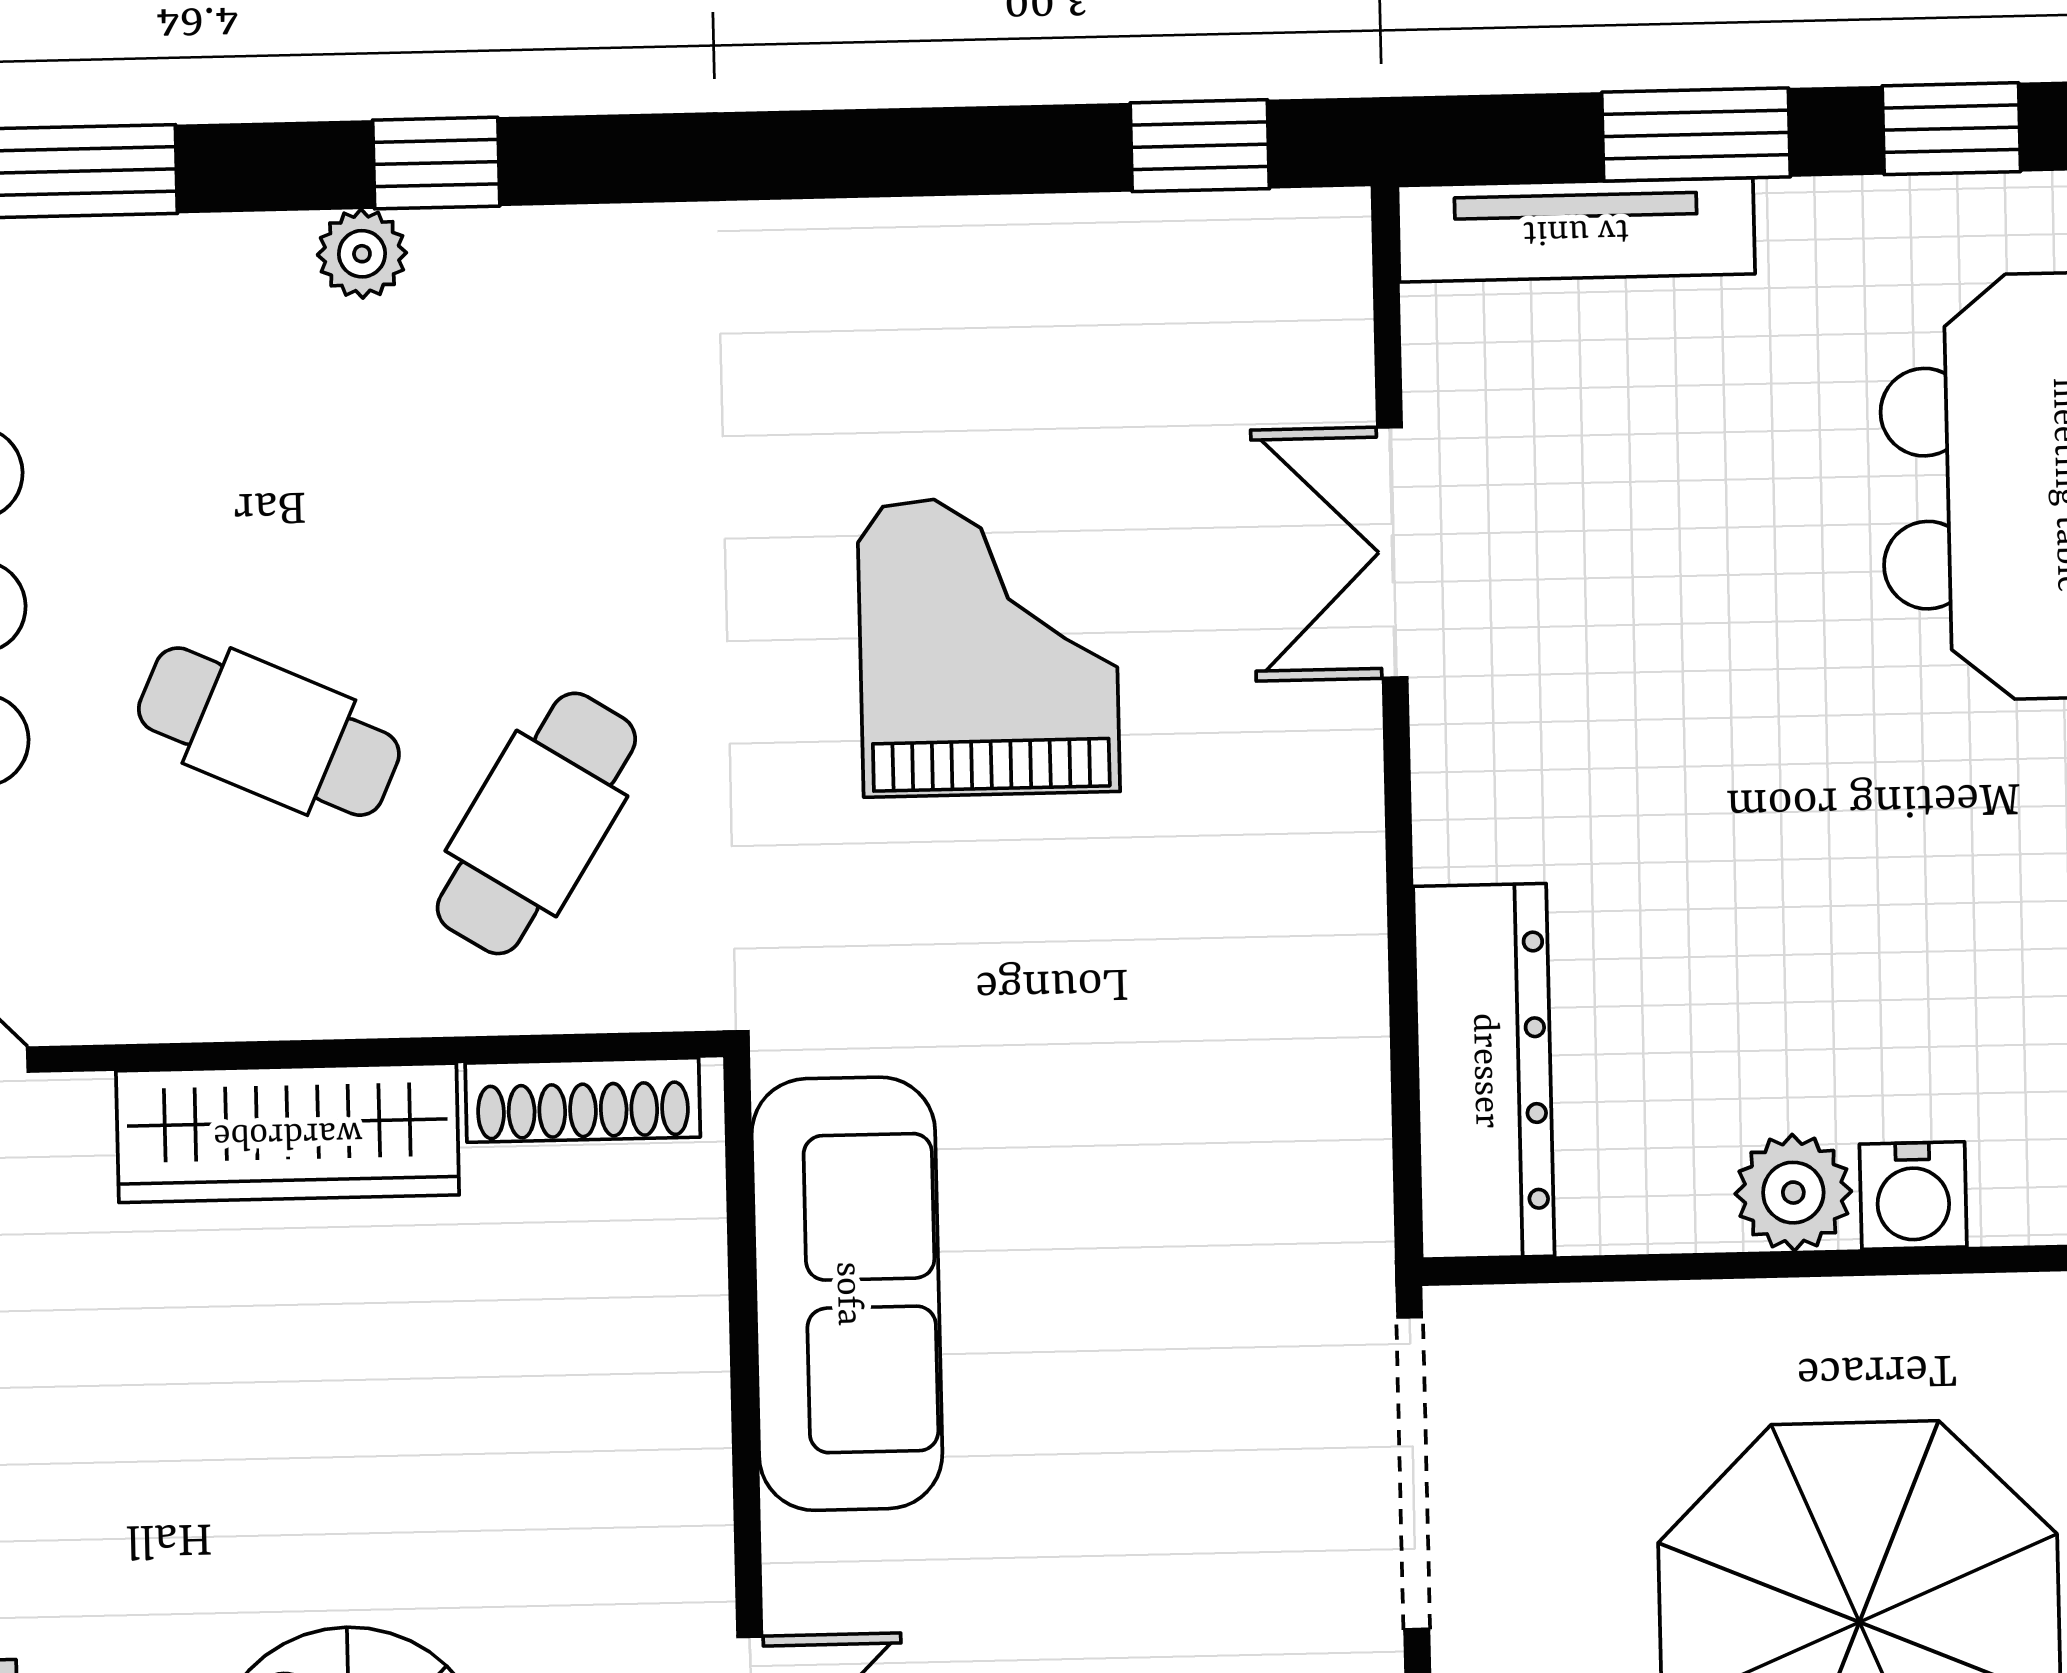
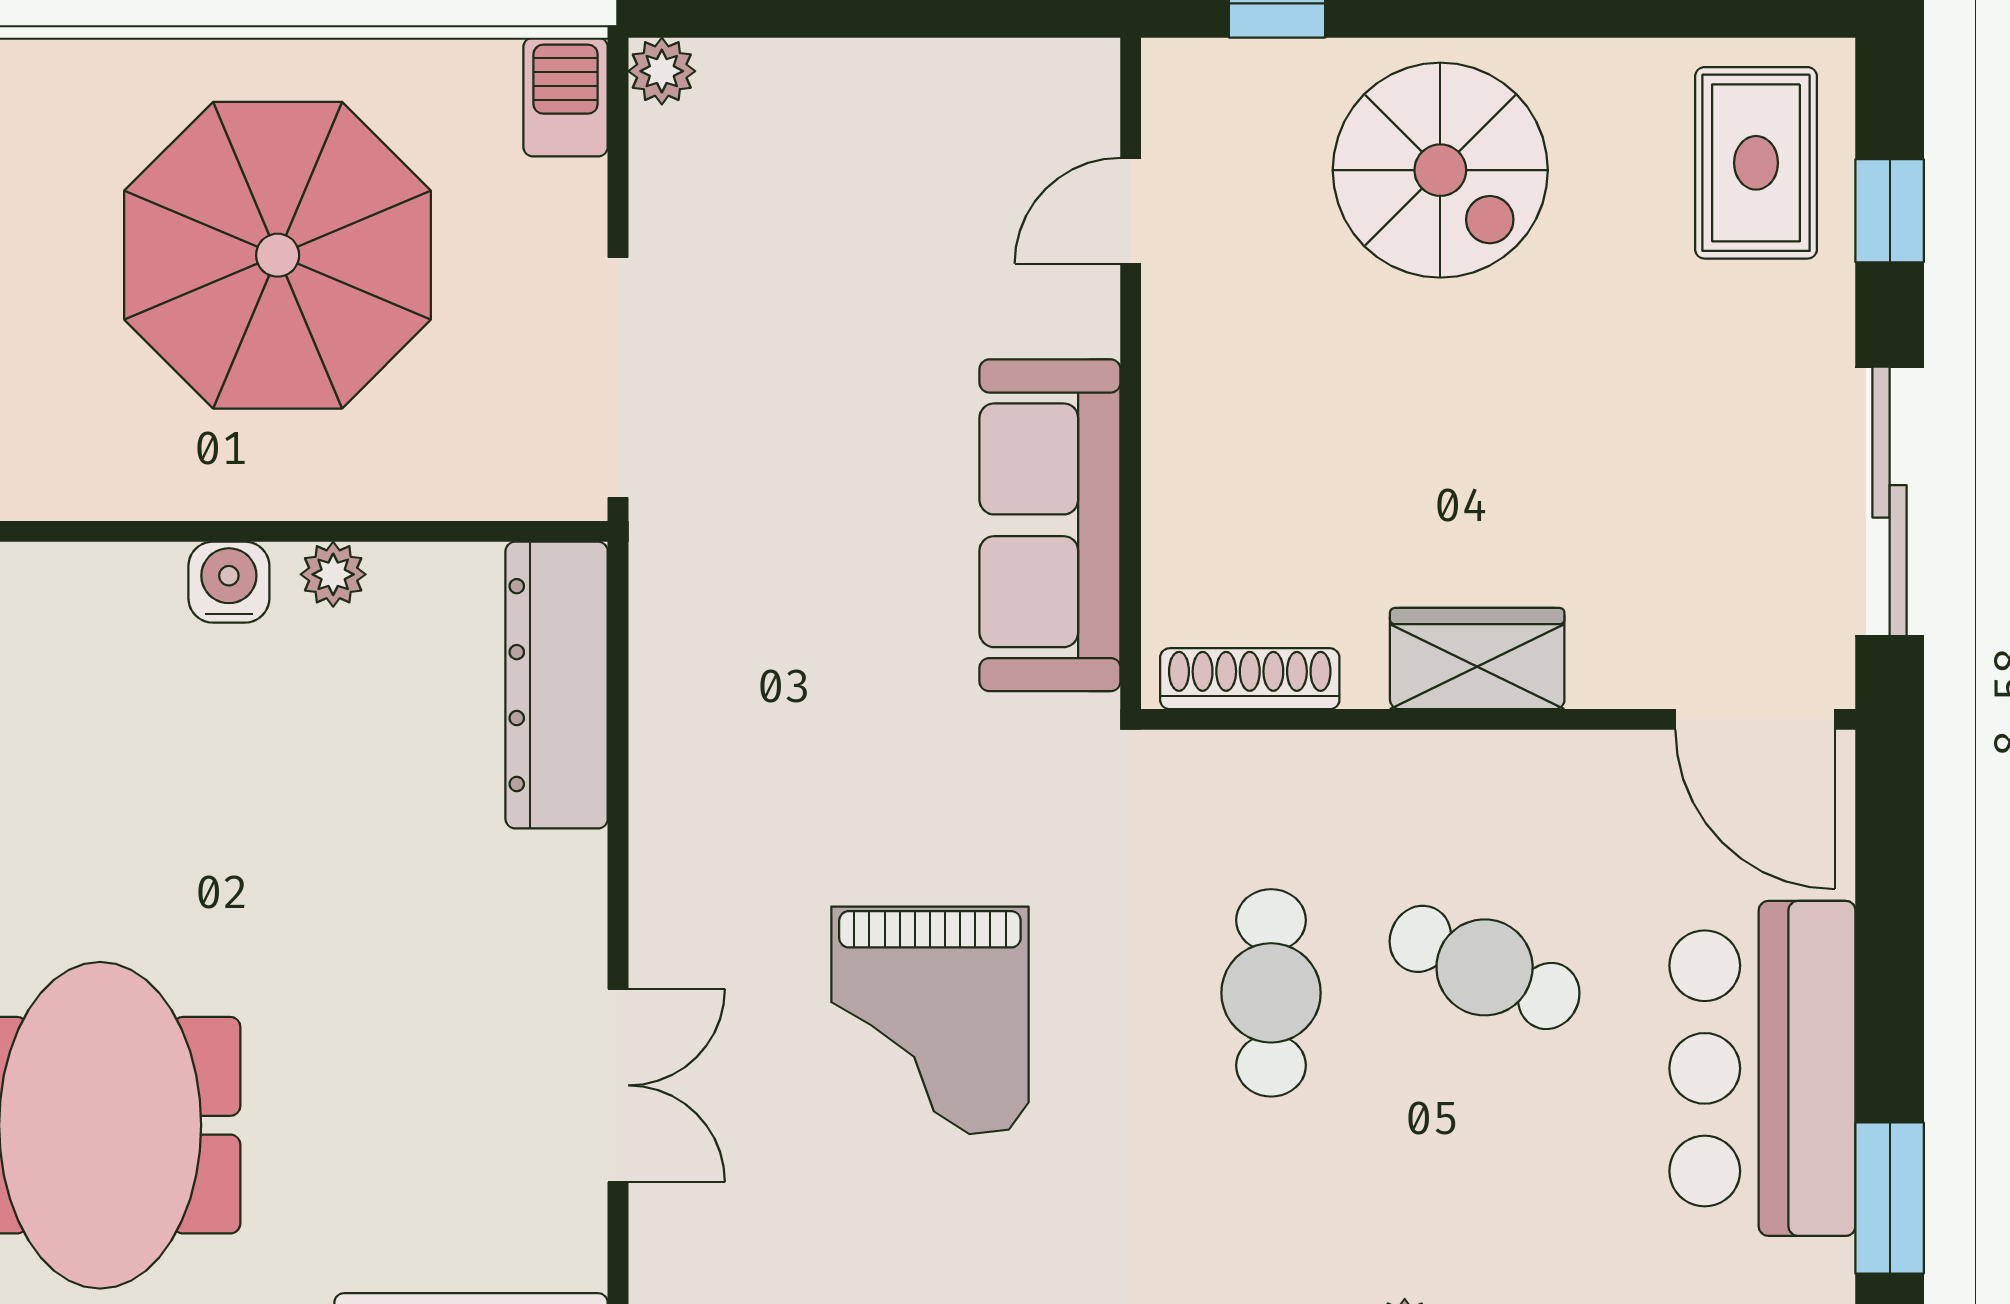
cafe table: (536, 823) -> (1271, 993), moved, turned -32
wardrobe: (288, 1133) -> (1477, 659), width x0.67
plant: (1793, 1193) -> (333, 574), width x0.73, depth x0.73

